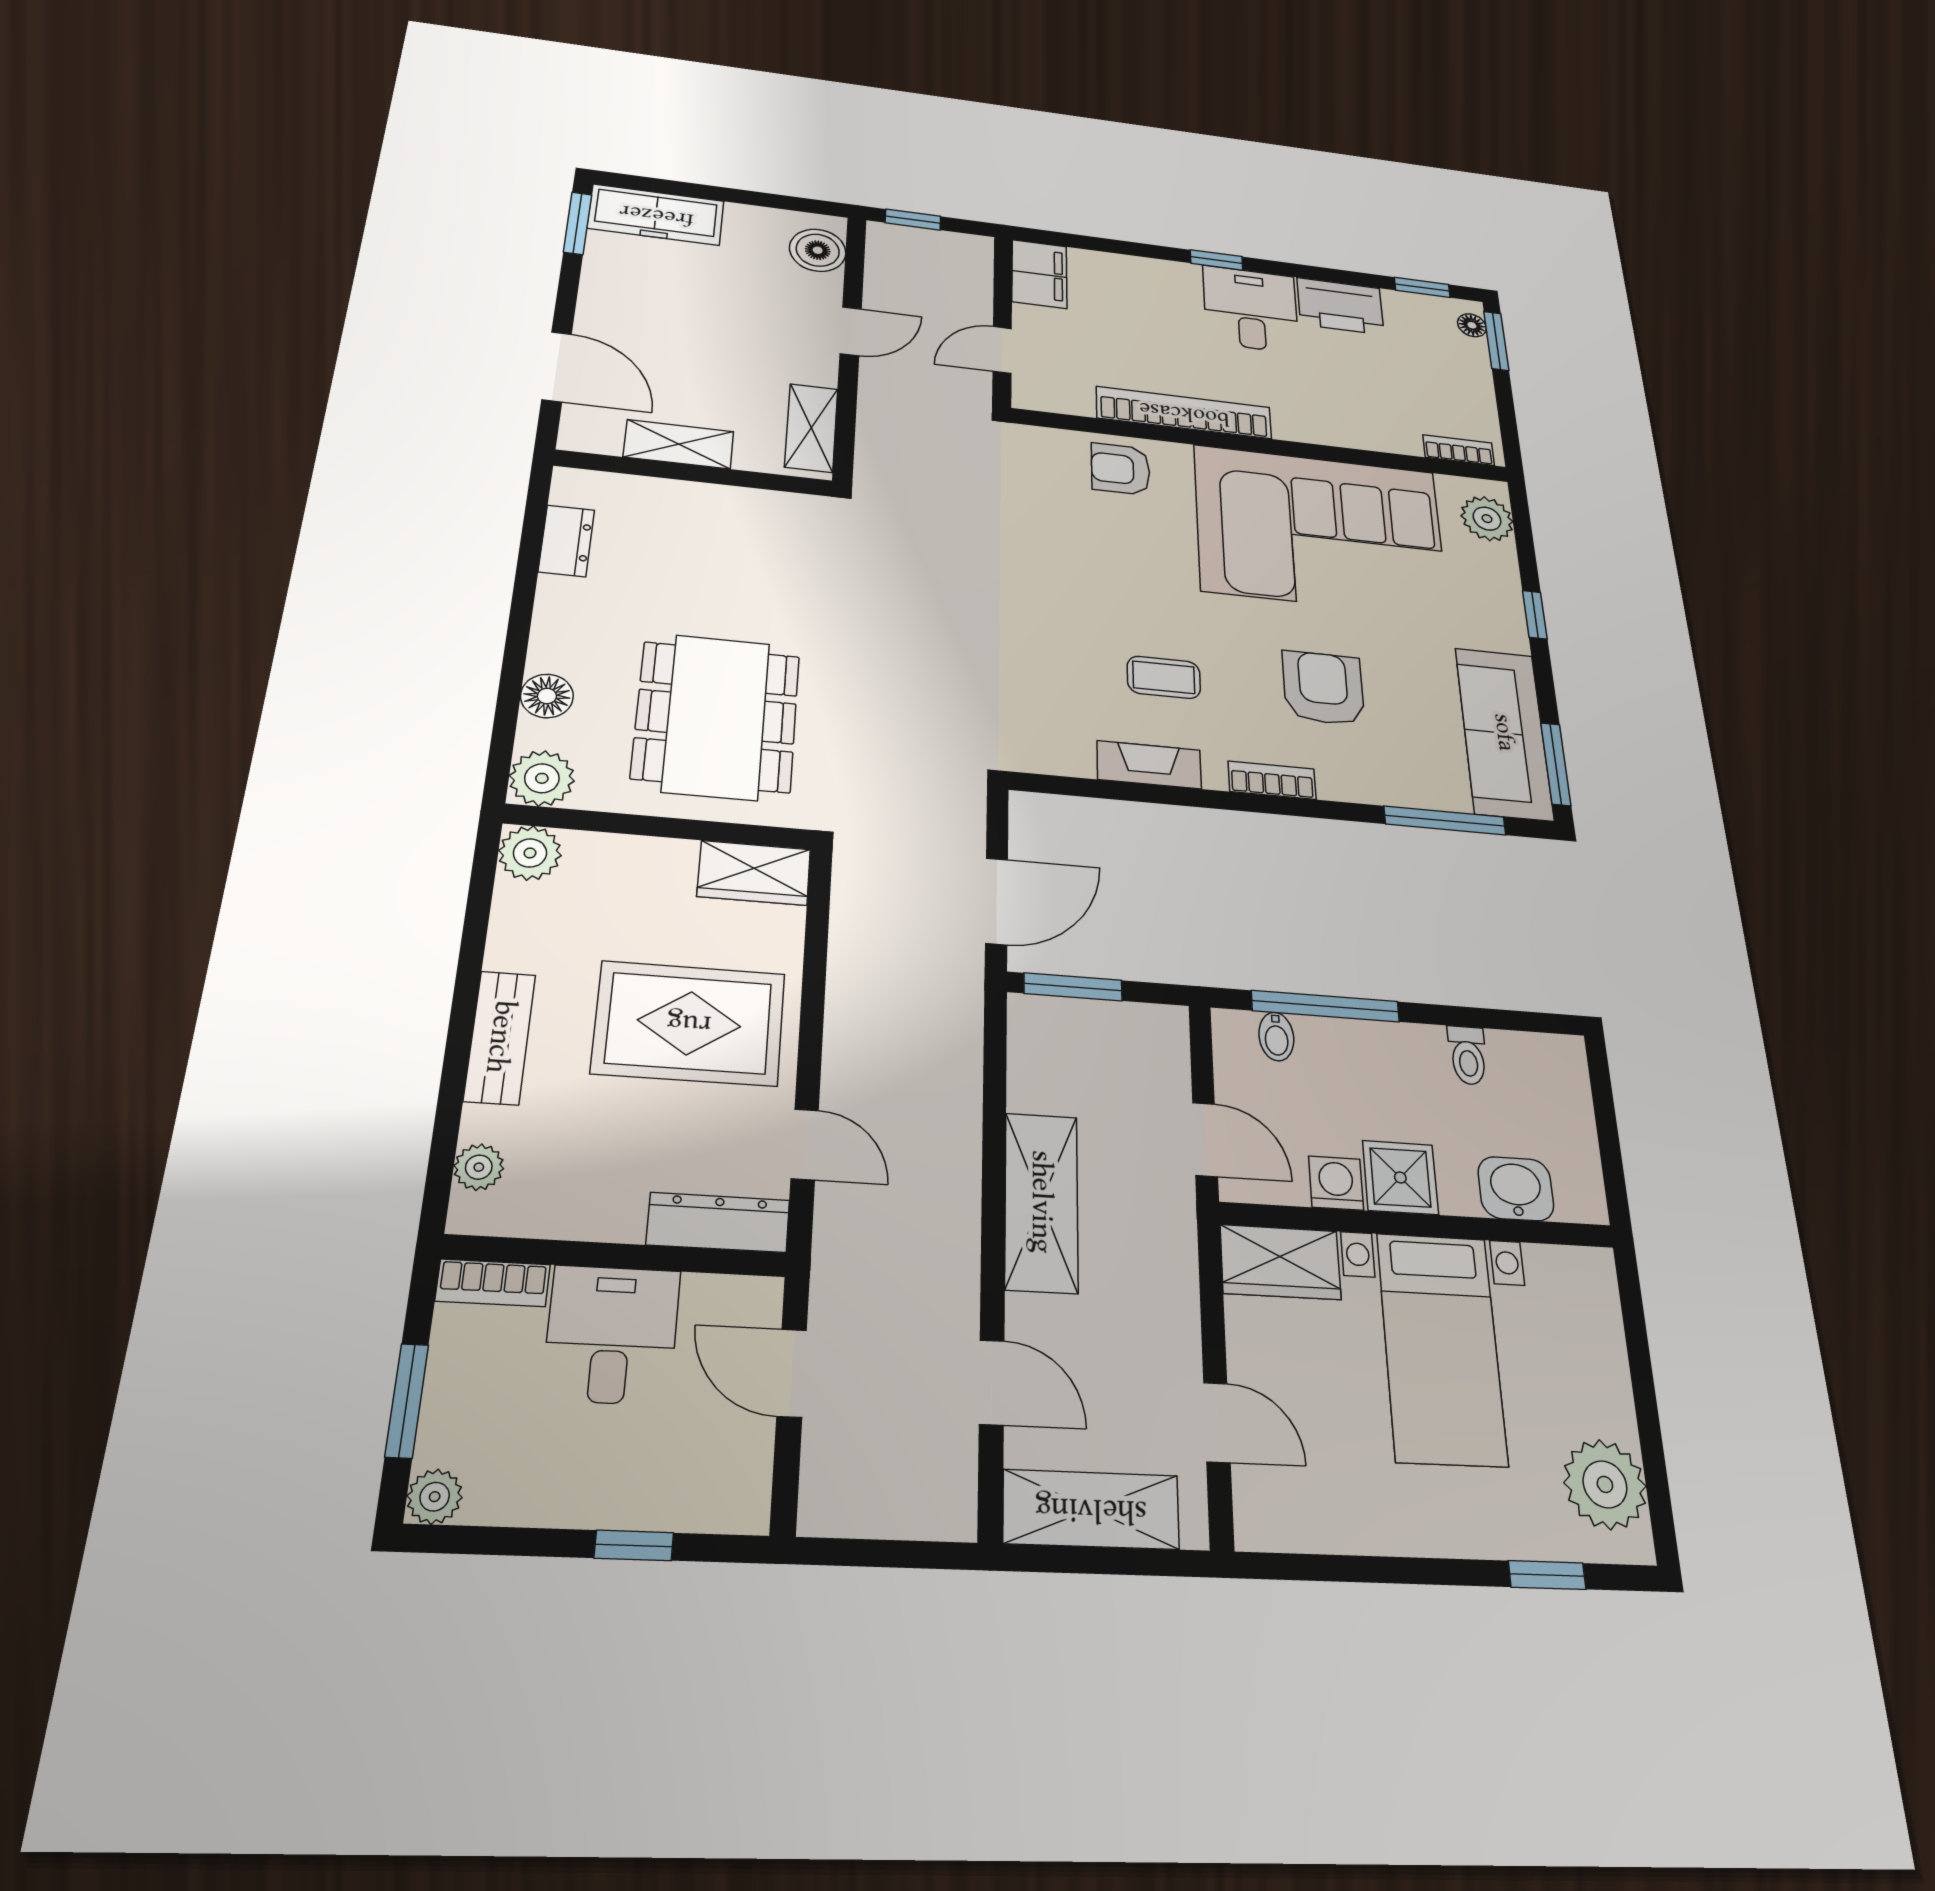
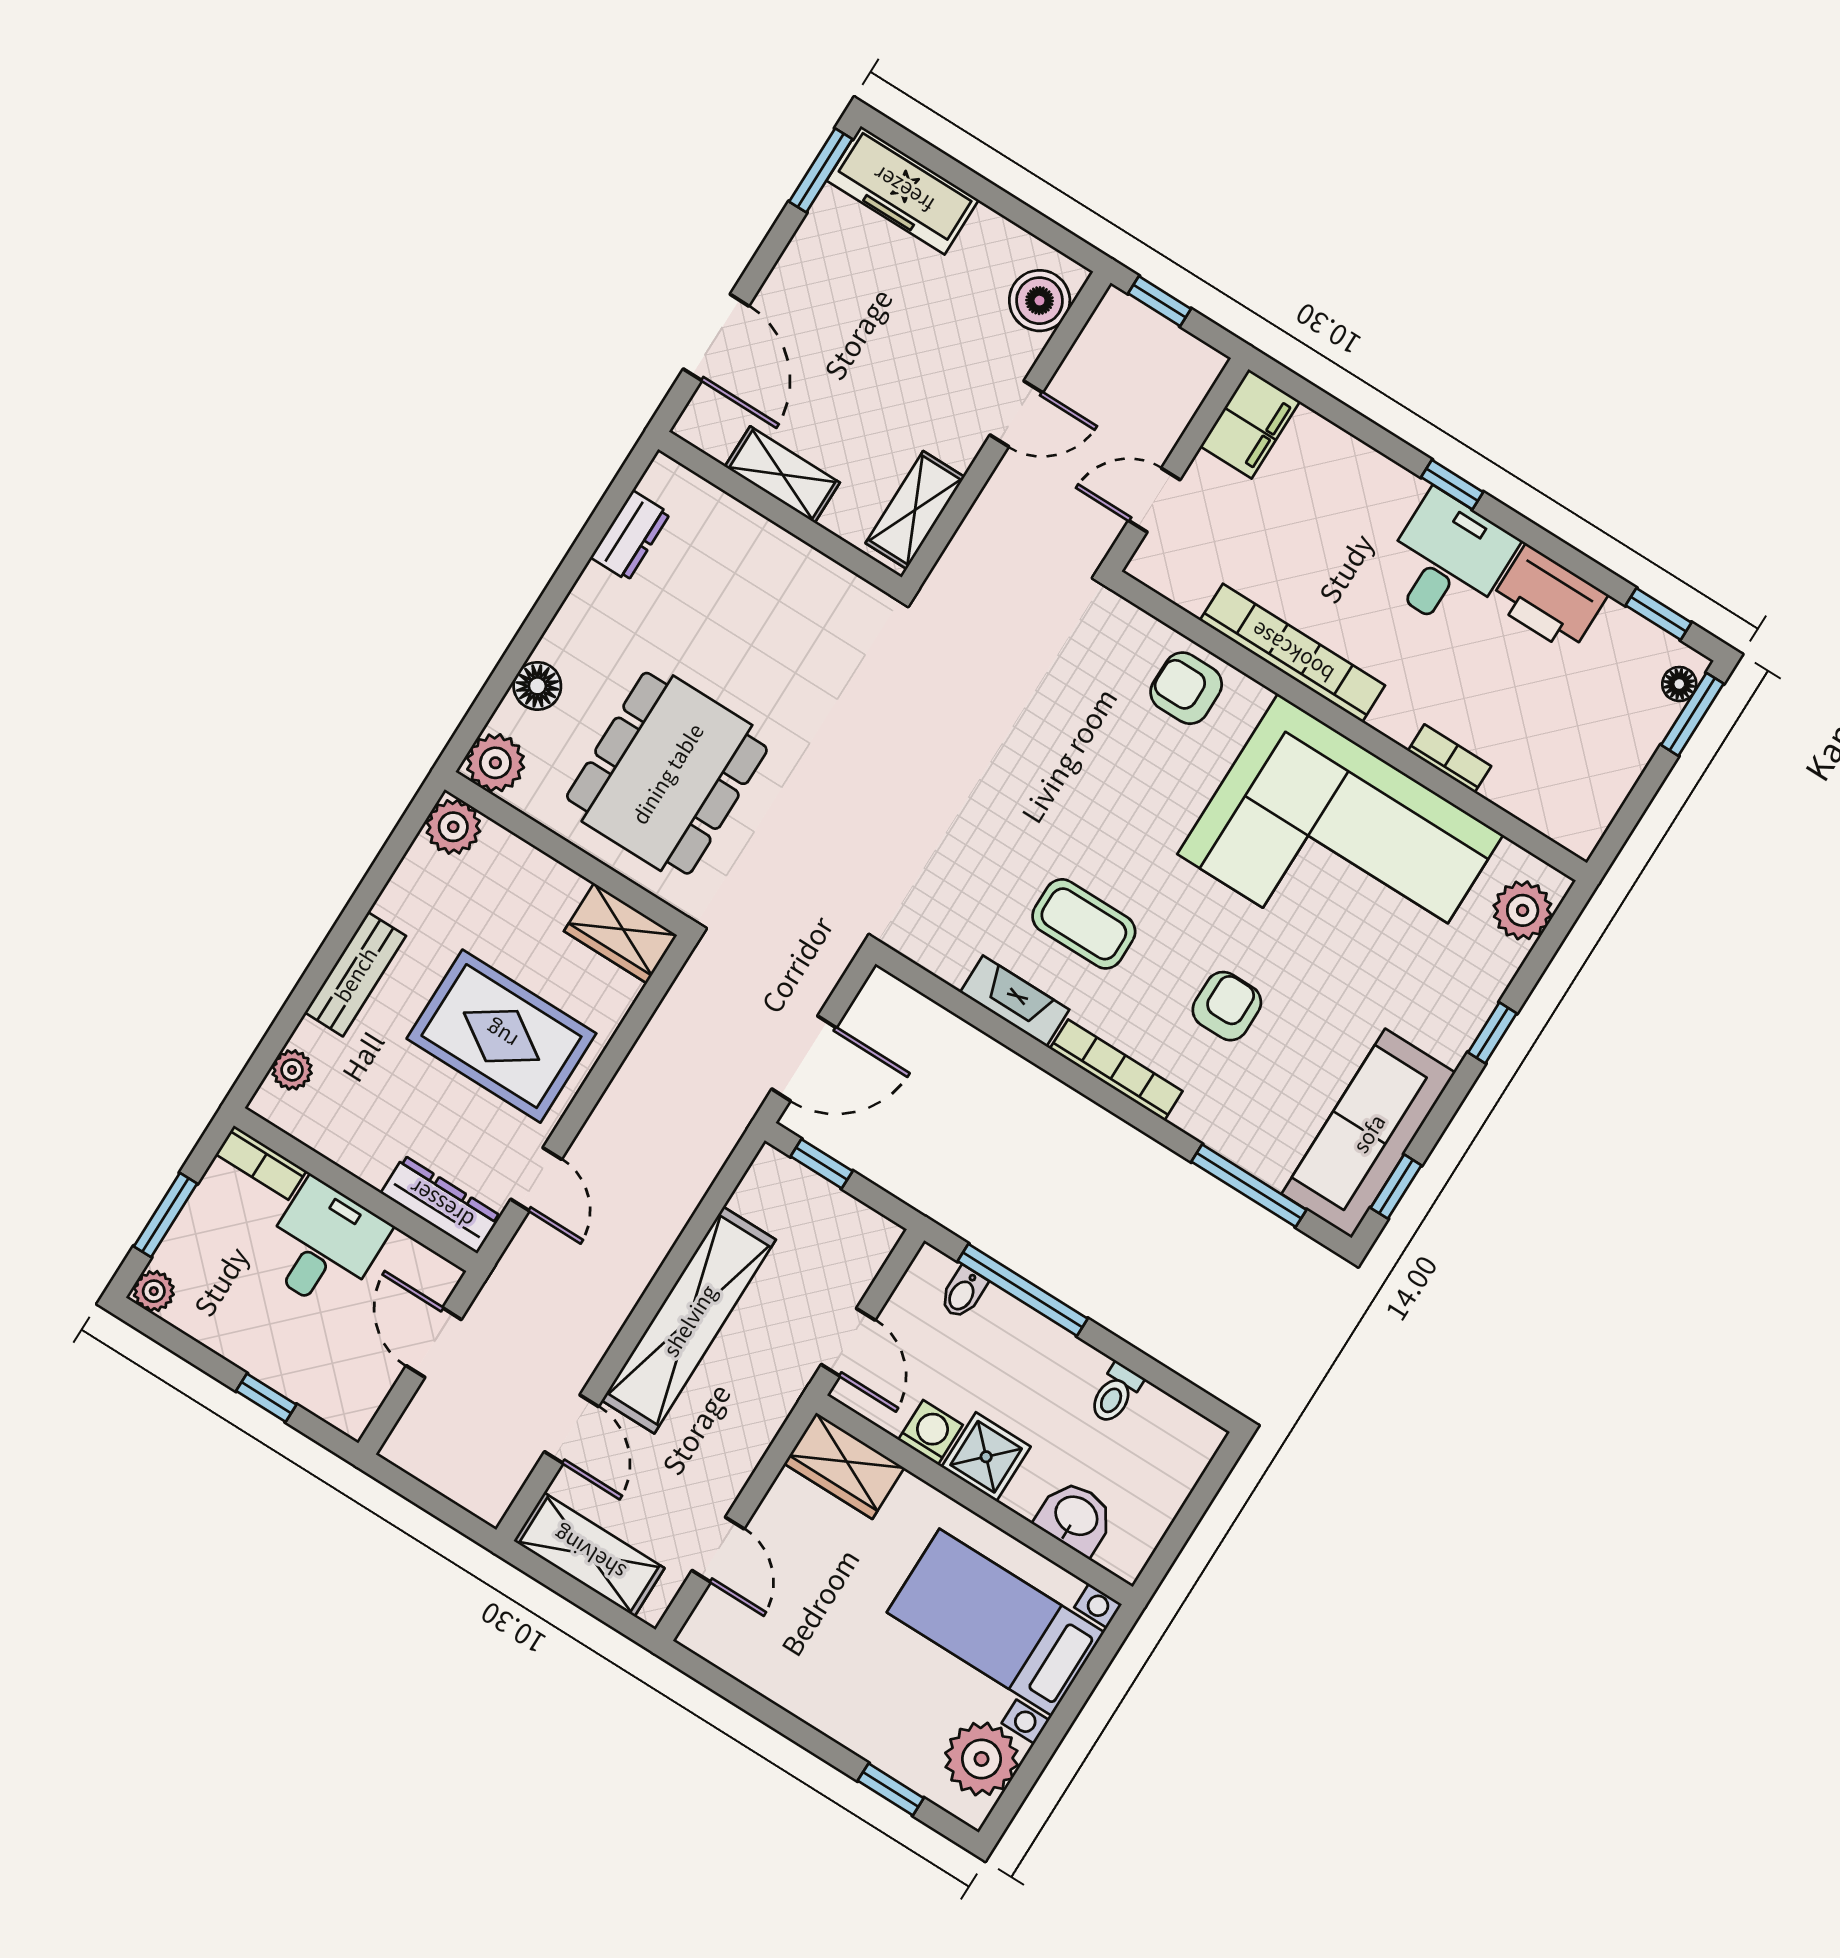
bookcase: (1459, 450) -> (1449, 758), moved
coffee table: (1164, 677) -> (1084, 924), width x1.36, depth x1.30
armchair: (1323, 688) -> (1227, 1006), width x0.72, depth x0.72
window: (1556, 764) -> (1396, 1187), width x0.67
bookcase: (1272, 780) -> (1116, 1070), width x1.56
window: (1073, 987) -> (822, 1164), width x0.67
shelving: (1041, 1202) -> (689, 1320), width x1.47
bed with nightstands: (1441, 1348) -> (996, 1622), moved, turned 90

